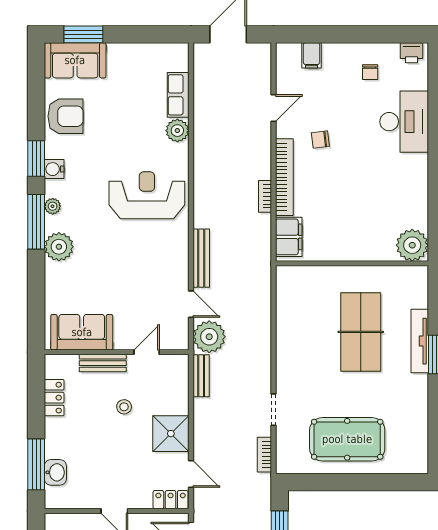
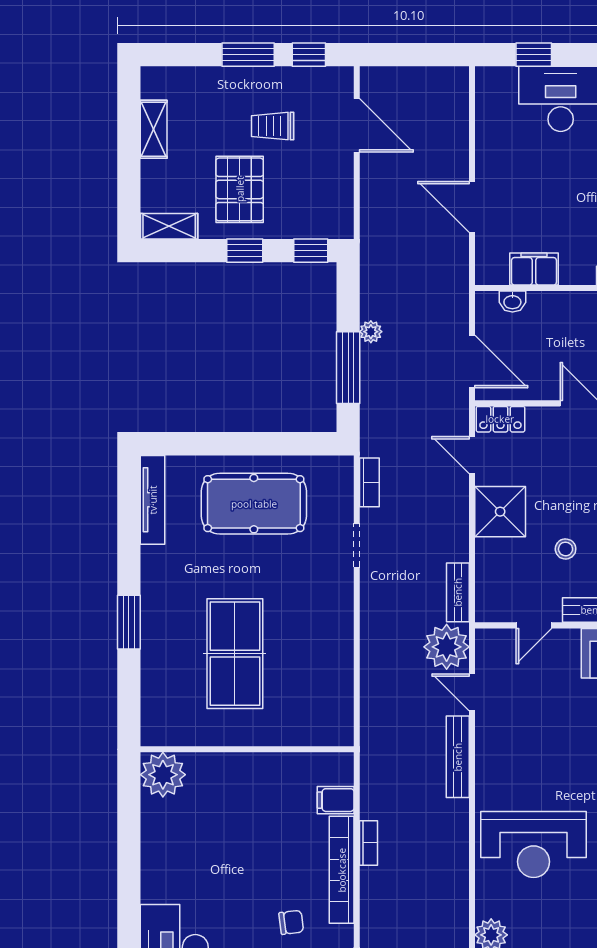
filing cabinet: (289, 237) -> (336, 800), width x0.50
tv unit: (420, 341) -> (153, 500), moved

